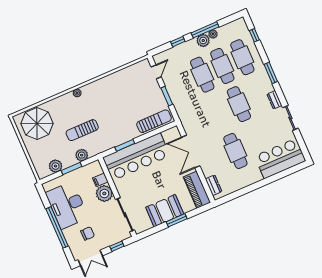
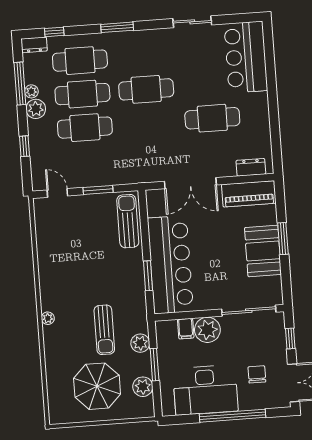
window: (205, 30) -> (20, 84), moved
dresser: (274, 100) -> (34, 45), moved
parasol: (37, 123) -> (97, 386), moved

